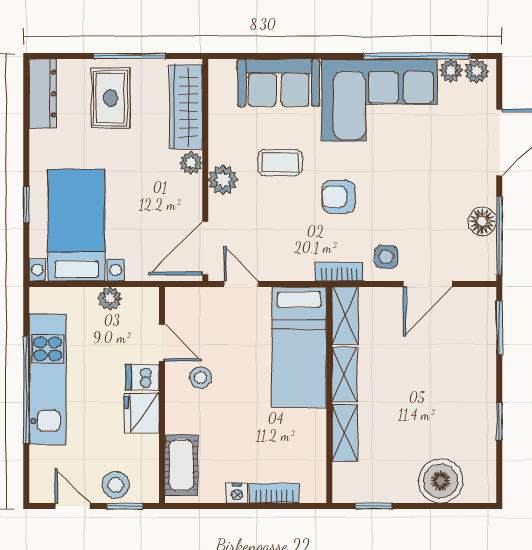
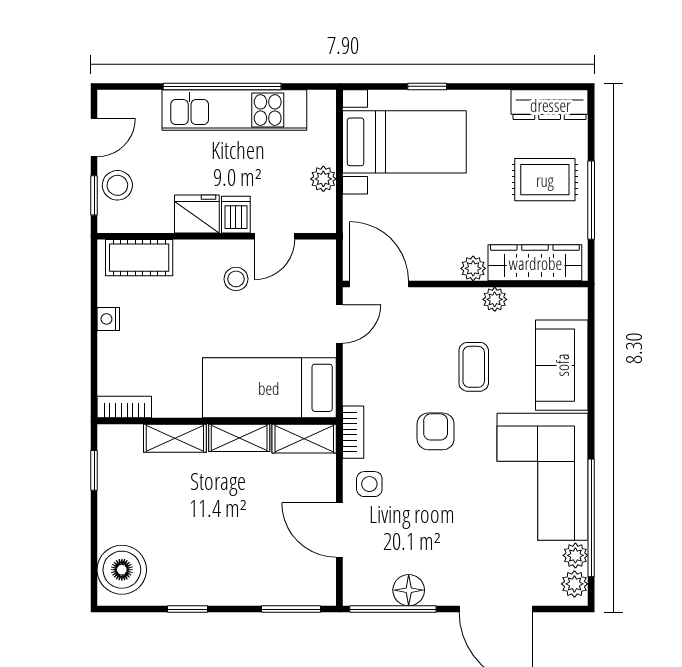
plant: (223, 180) -> (495, 299), moved, width x0.73, depth x0.73
boiler: (441, 481) -> (122, 570), moved
bookcase: (274, 493) -> (124, 407), moved, turned -90

